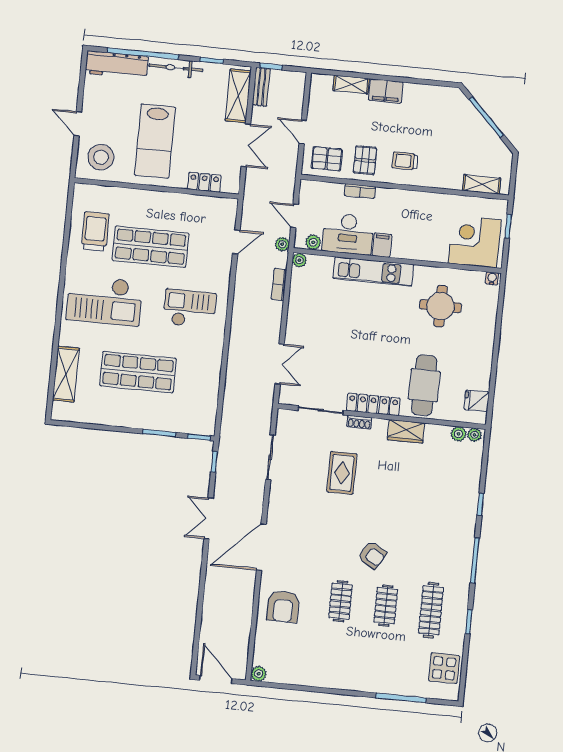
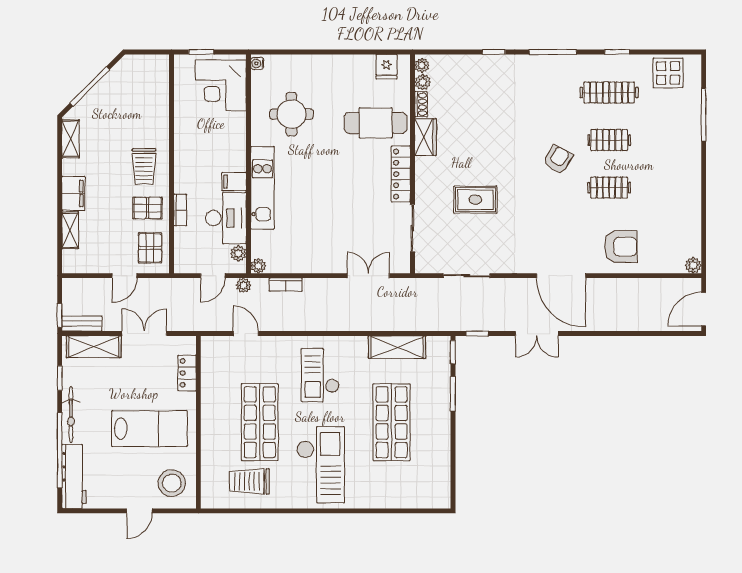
trolley: (405, 161) -> (144, 166), width x1.36, depth x1.39
shelving: (482, 184) -> (71, 139), moved
shelving: (66, 374) -> (397, 347), moved
shoe rack: (359, 422) -> (421, 104), moved

